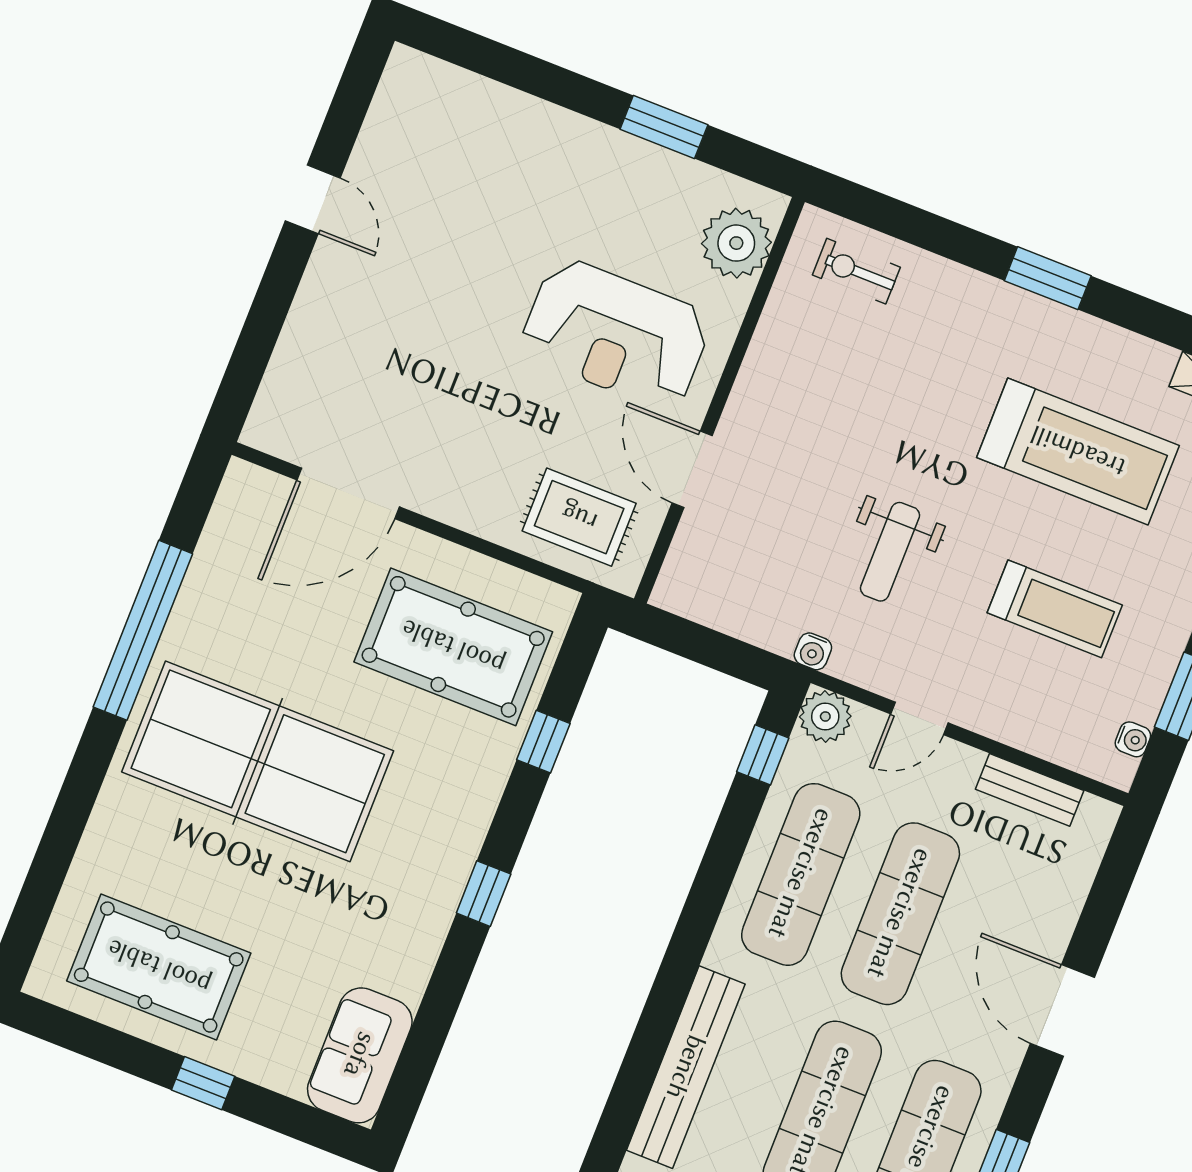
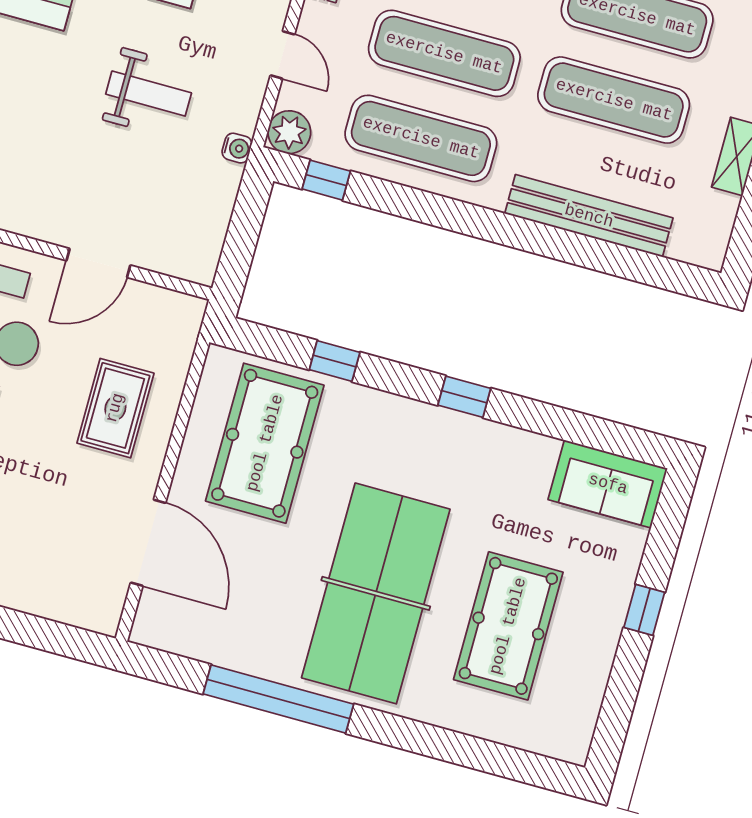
rug: (579, 517) -> (115, 408), moved
pool table: (159, 967) -> (508, 626), moved

